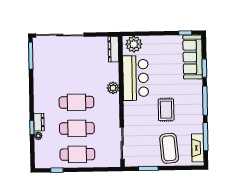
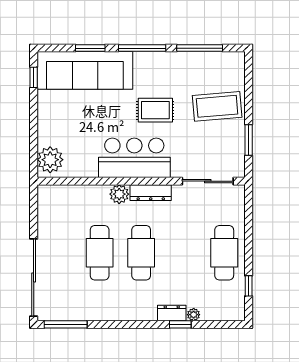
dresser: (113, 49) -> (151, 193), moved
sofa: (193, 57) -> (85, 70), width x1.36, depth x1.27
bar counter: (136, 78) -> (134, 158), moved
cafe table: (77, 128) -> (100, 253), moved
fireplace: (198, 148) -> (217, 61), removed

